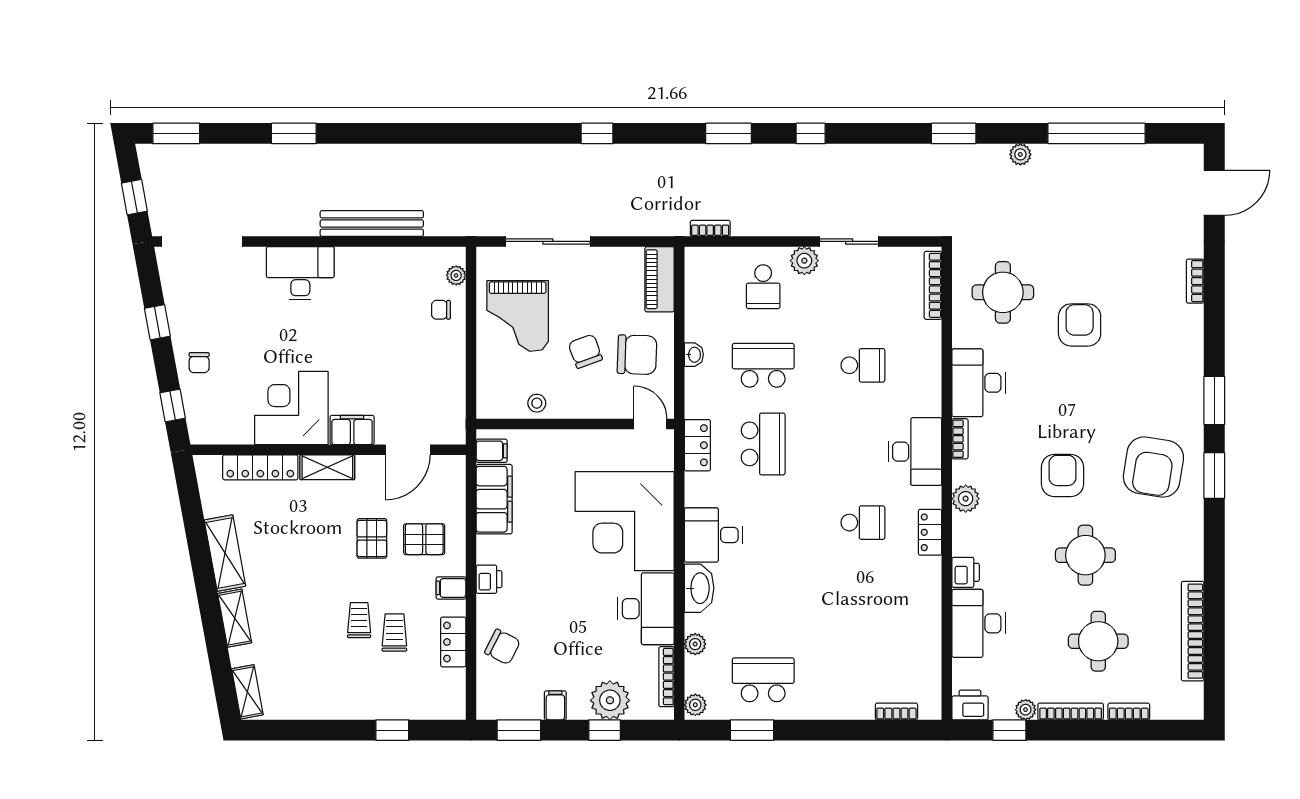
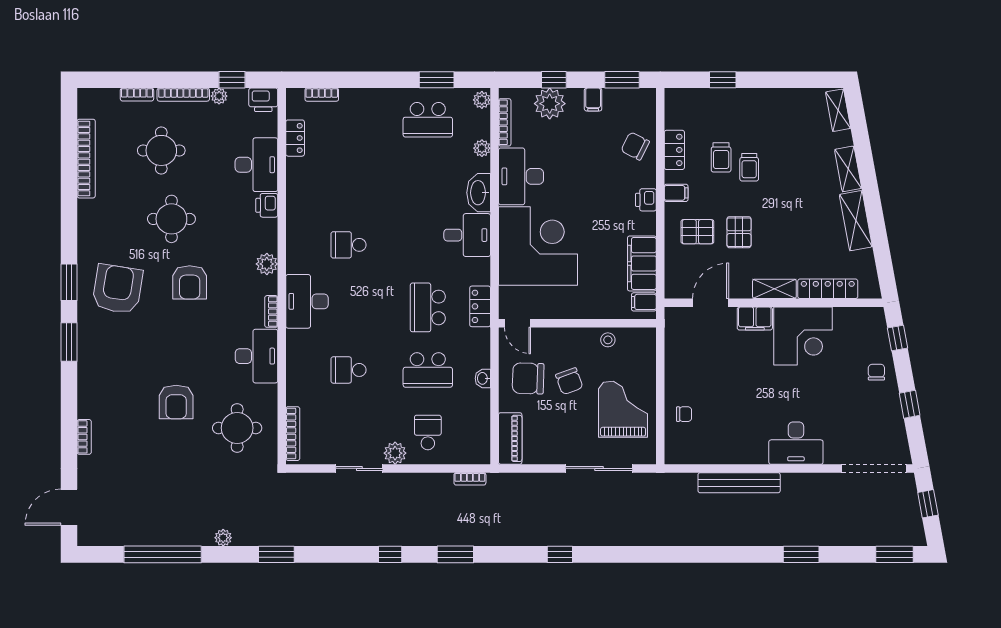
plant: (456, 275) -> (672, 441), removed
locker: (930, 532) -> (295, 138), moved

